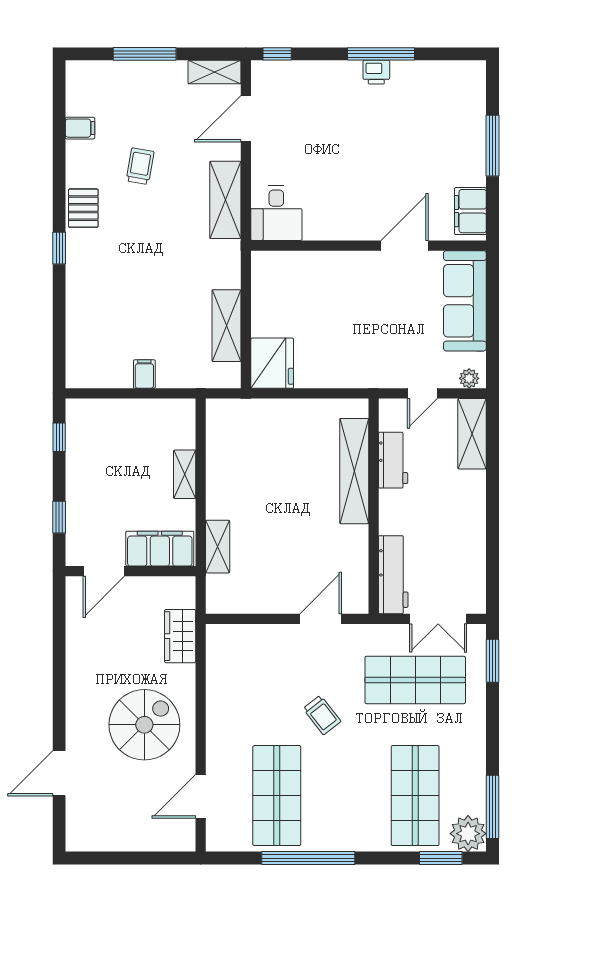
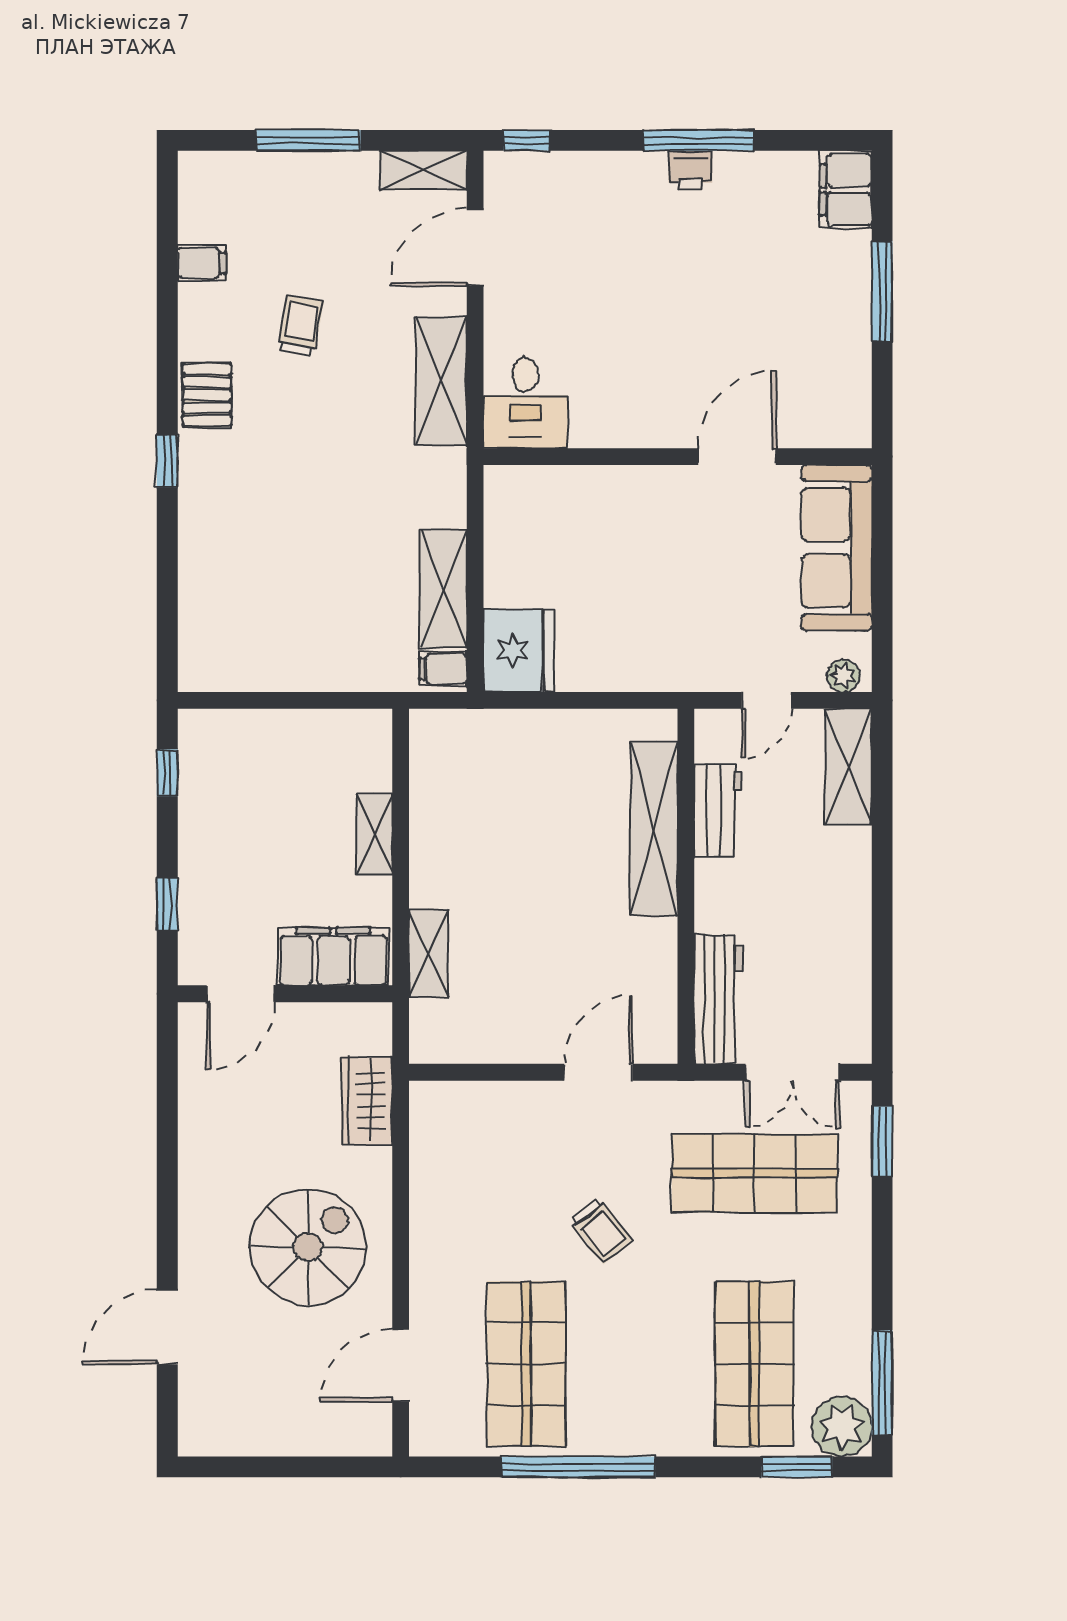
filing cabinet: (470, 211) -> (846, 190), moved
filing cabinet: (144, 374) -> (443, 669), moved, turned -90

